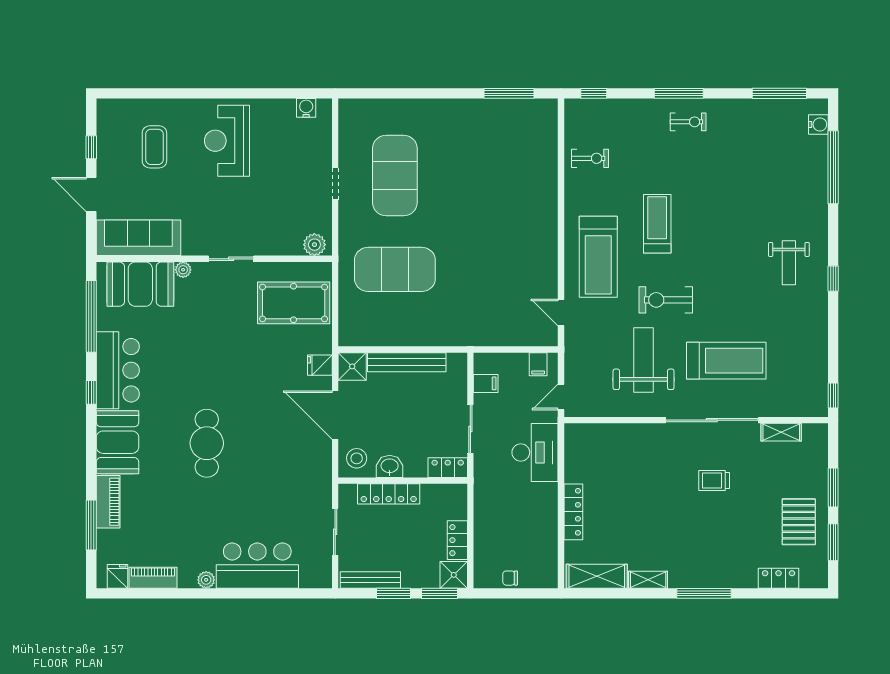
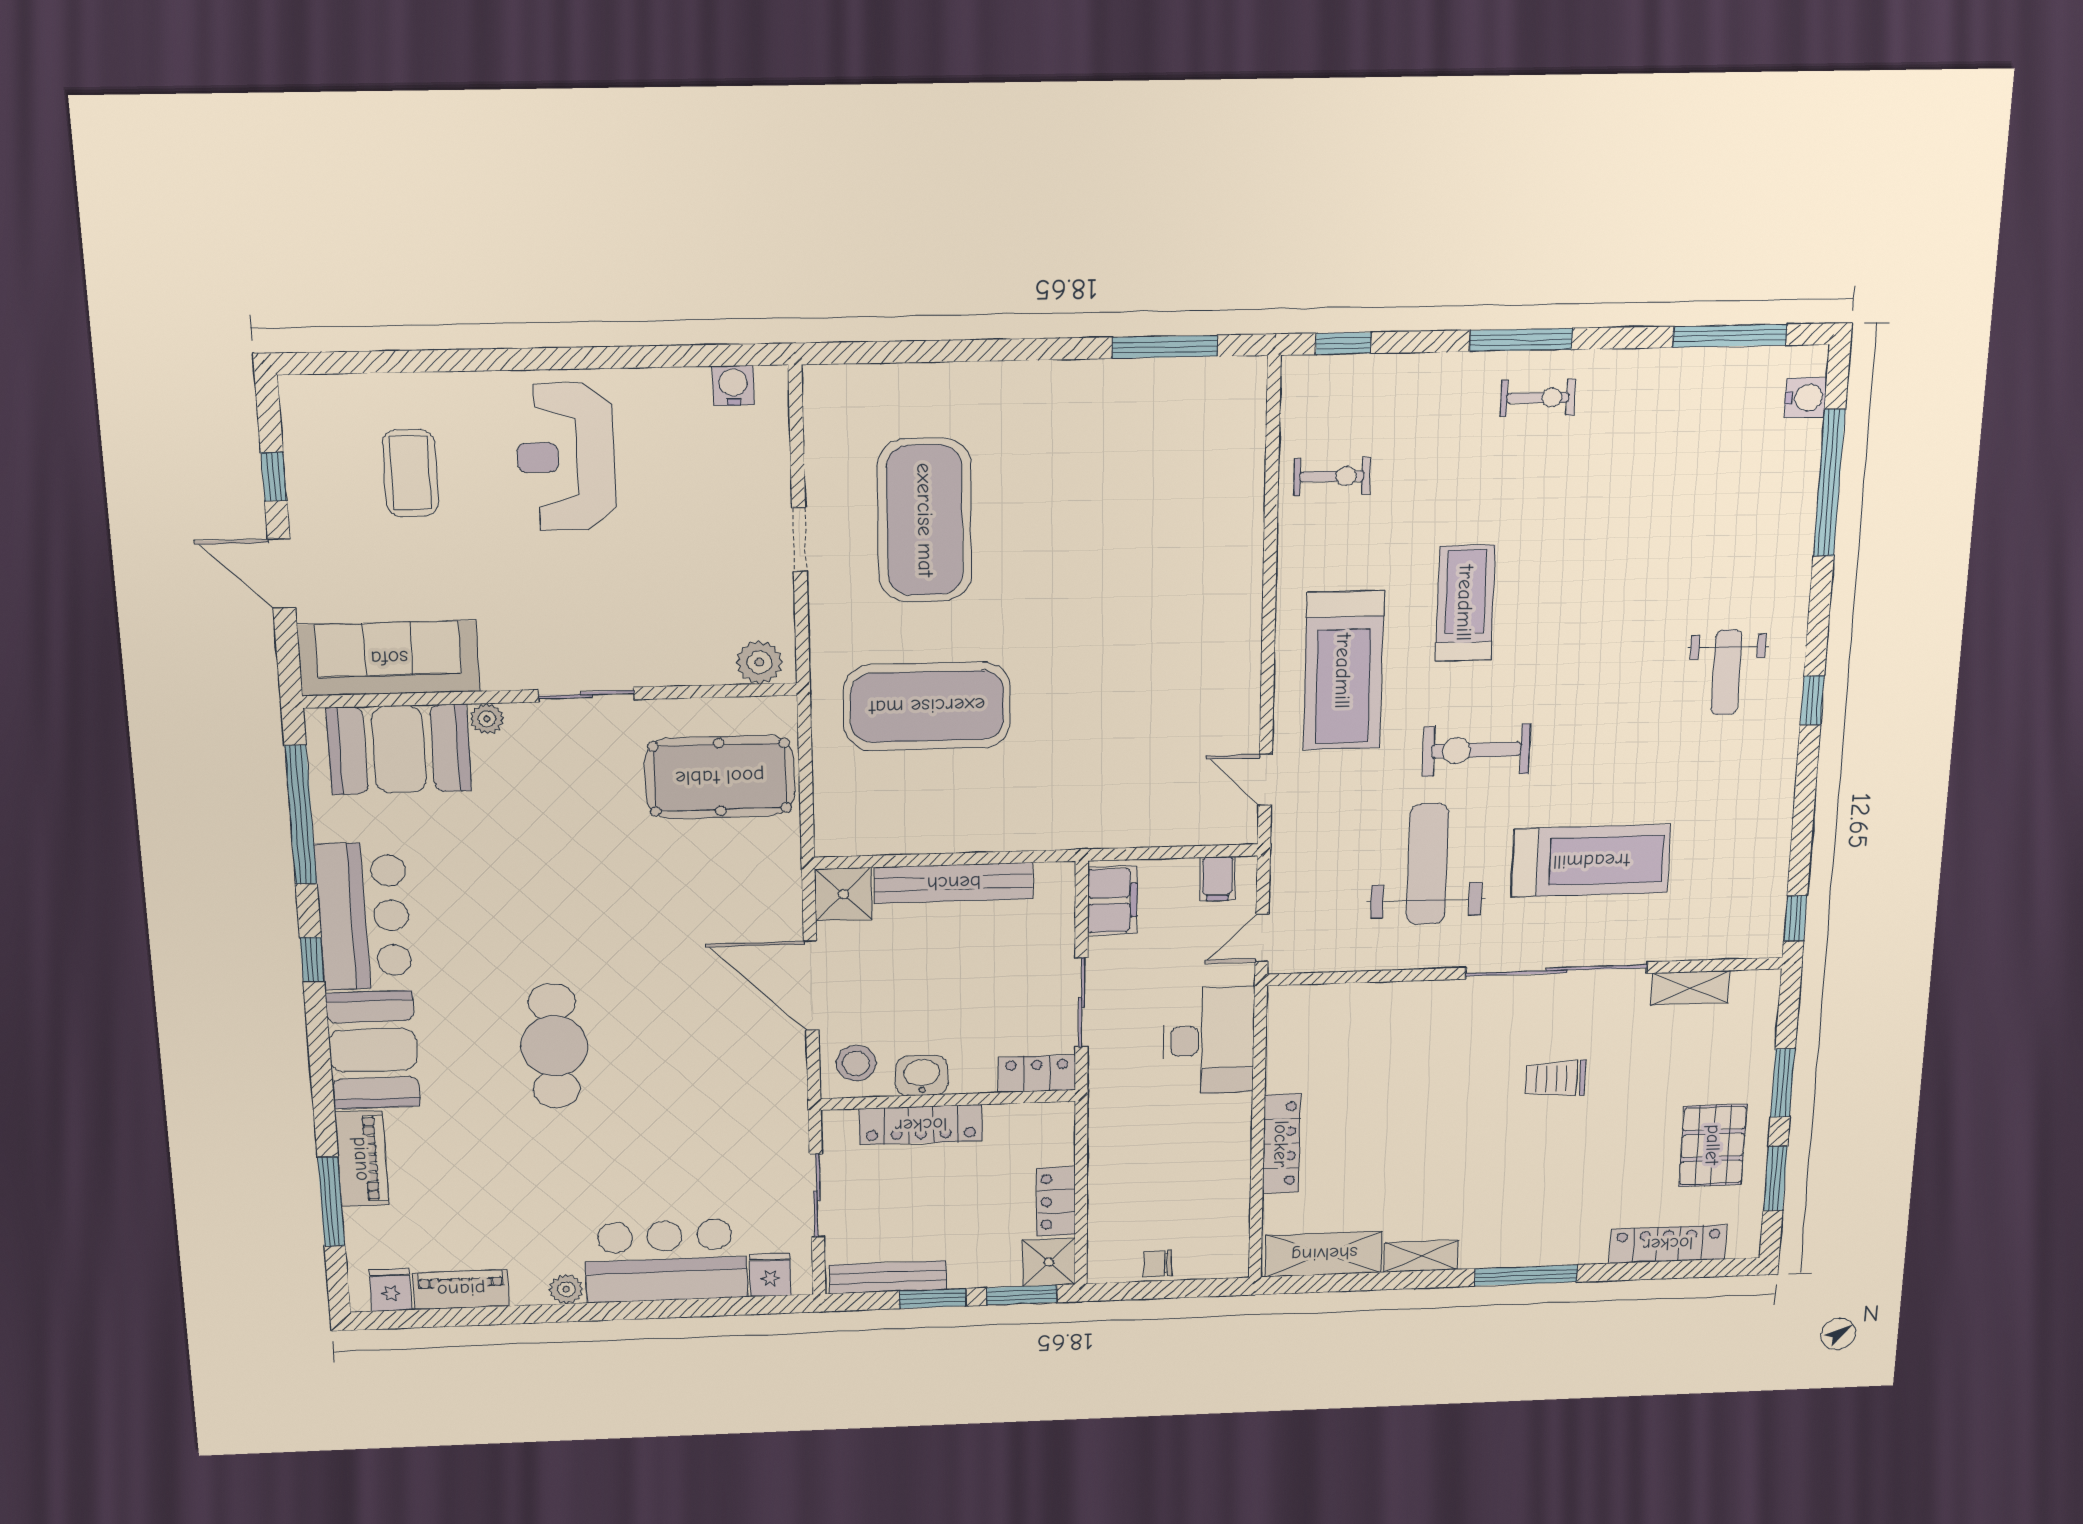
fridge: (320, 365) -> (770, 1275), moved, turned 90
filing cabinet: (486, 383) -> (1112, 901), width x2.00
locker: (779, 578) -> (1668, 1244), width x1.53

